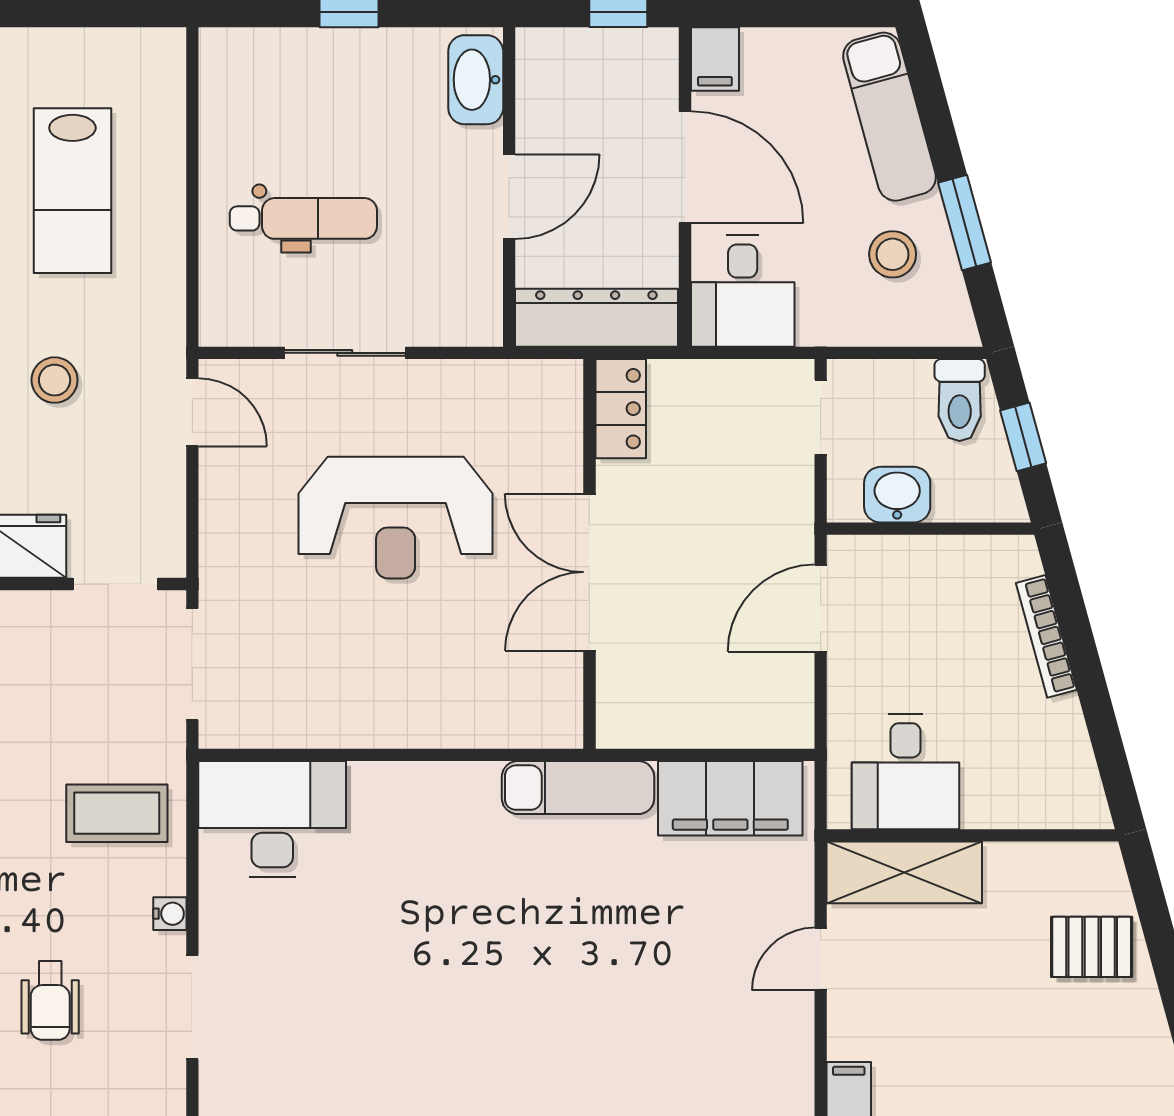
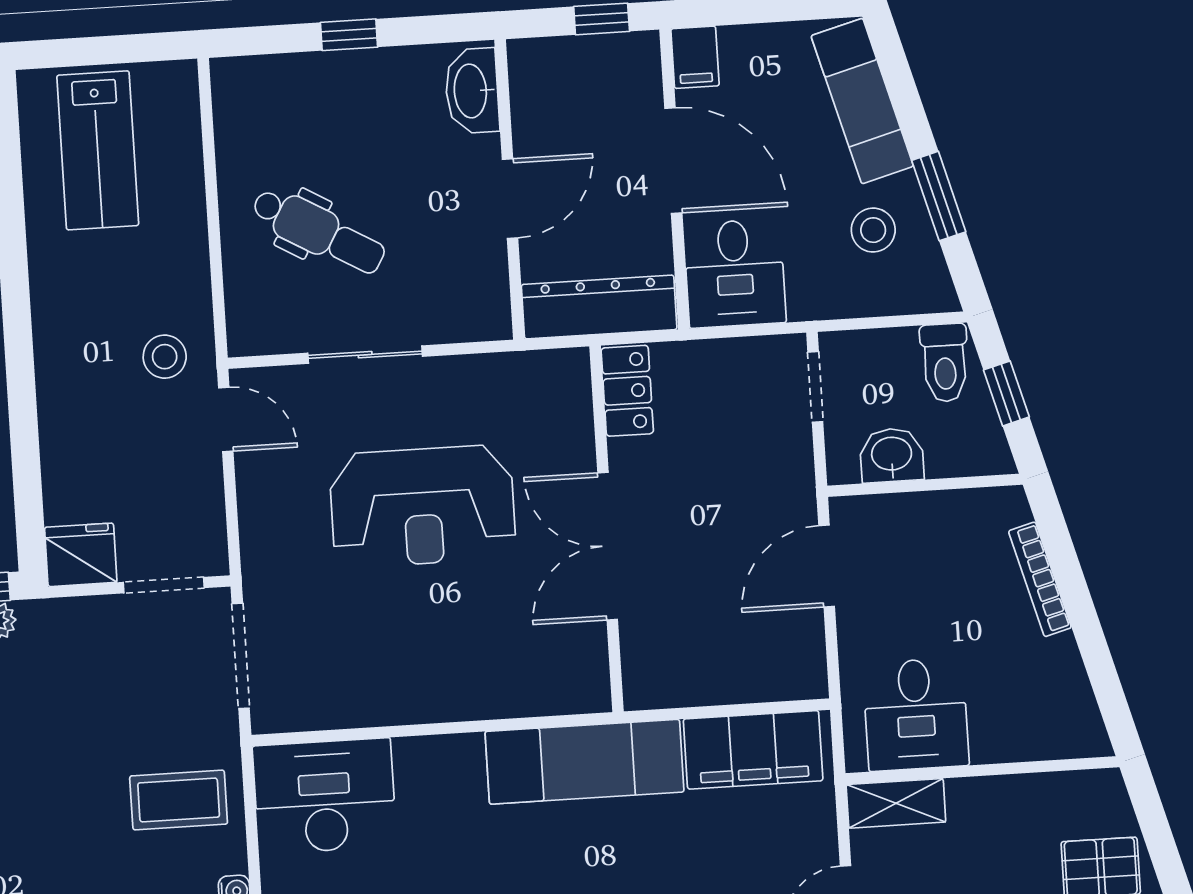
lab bench: (72, 191) -> (98, 150), moved
dental chair: (303, 218) -> (318, 231), turned 30
stool: (55, 380) -> (165, 357), moved
exam couch: (578, 788) -> (584, 762), width x1.36, depth x1.45
shelving: (904, 872) -> (896, 803), width x0.67, depth x0.75

